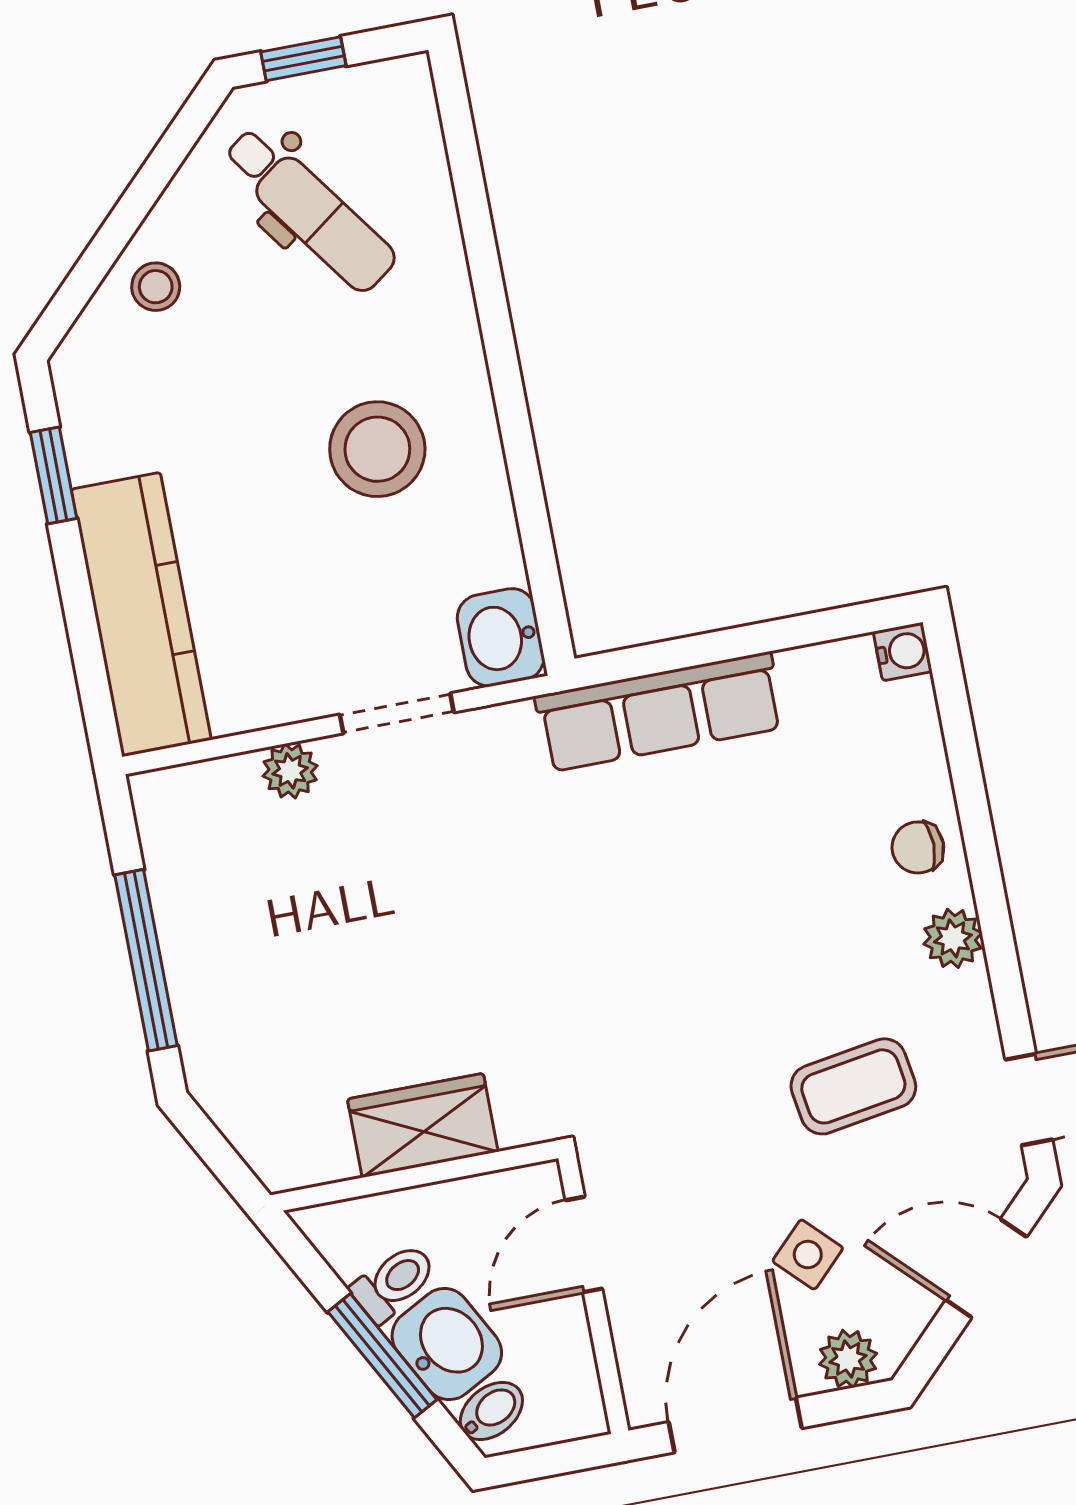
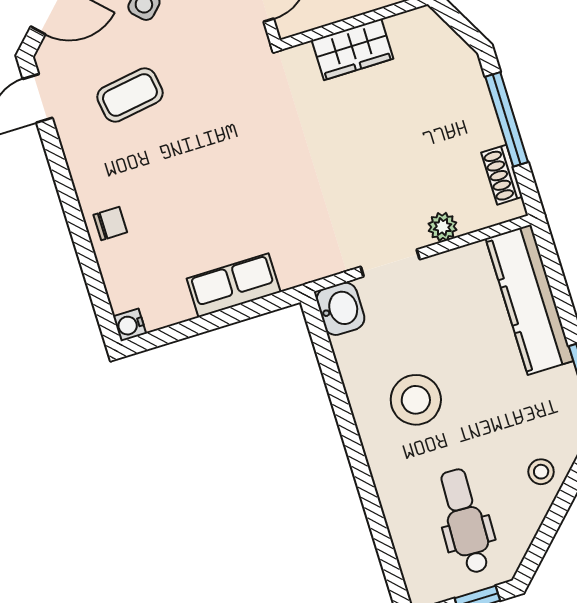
dental chair: (310, 209) -> (465, 521), turned 38
row of seats: (659, 712) -> (234, 285), width x0.68
shoe rack: (167, 857) -> (502, 175), added
plant: (953, 938) -> (87, 178), removed

